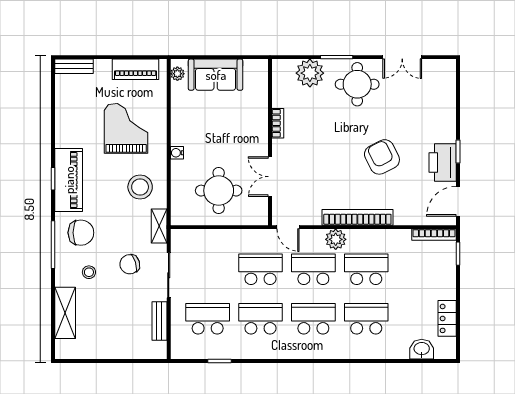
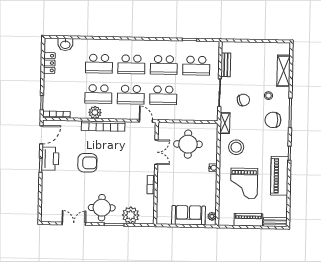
piano: (136, 69) -> (248, 220), moved
armchair: (382, 157) -> (87, 163), turned -63
piano: (69, 180) -> (279, 176), moved
plant: (336, 239) -> (95, 112), moved

